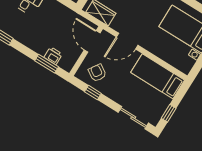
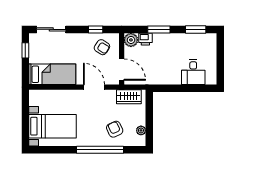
door: (127, 41) -> (94, 87), hinge flipped
plant: (67, 63) -> (131, 40), added
window: (47, 64) -> (159, 29), moved

